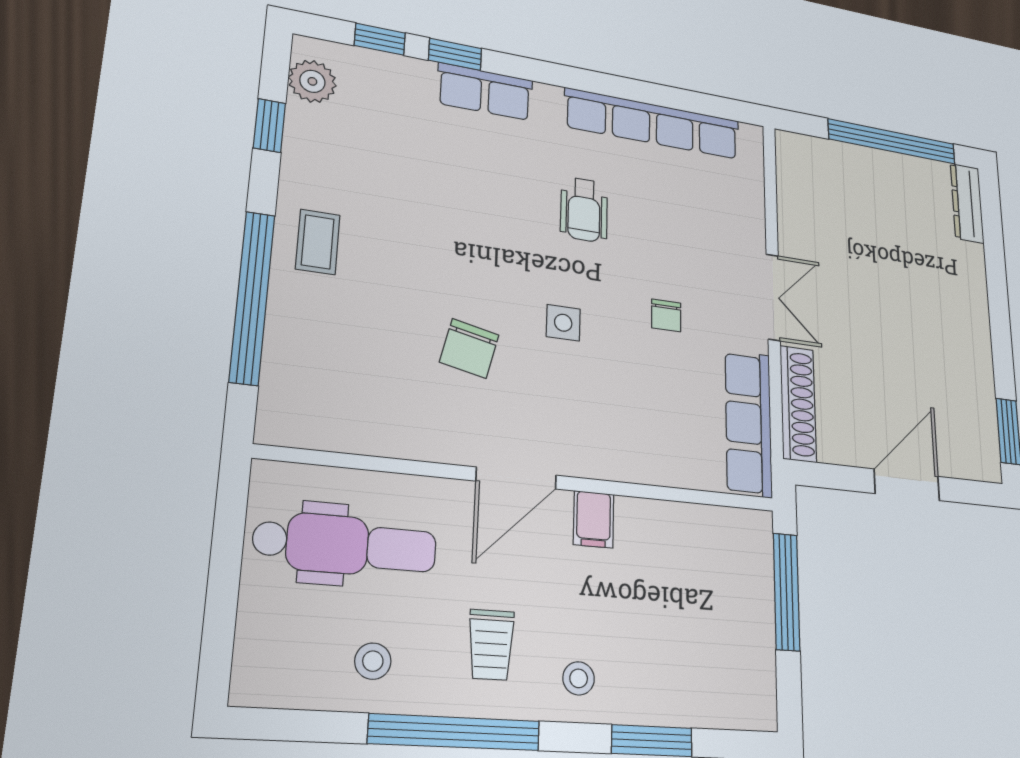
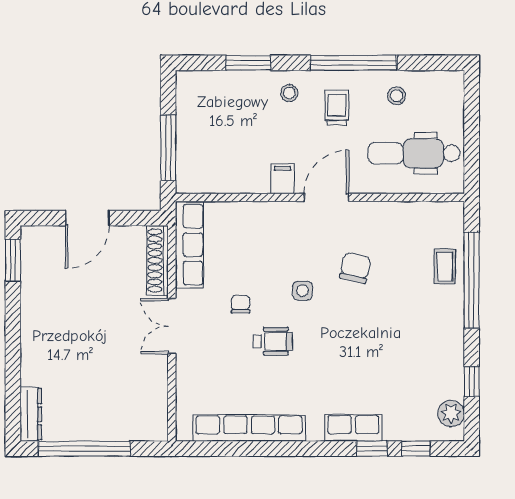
wheelchair: (584, 210) -> (273, 341), moved, turned 90
coffee table: (318, 242) -> (445, 266), moved

